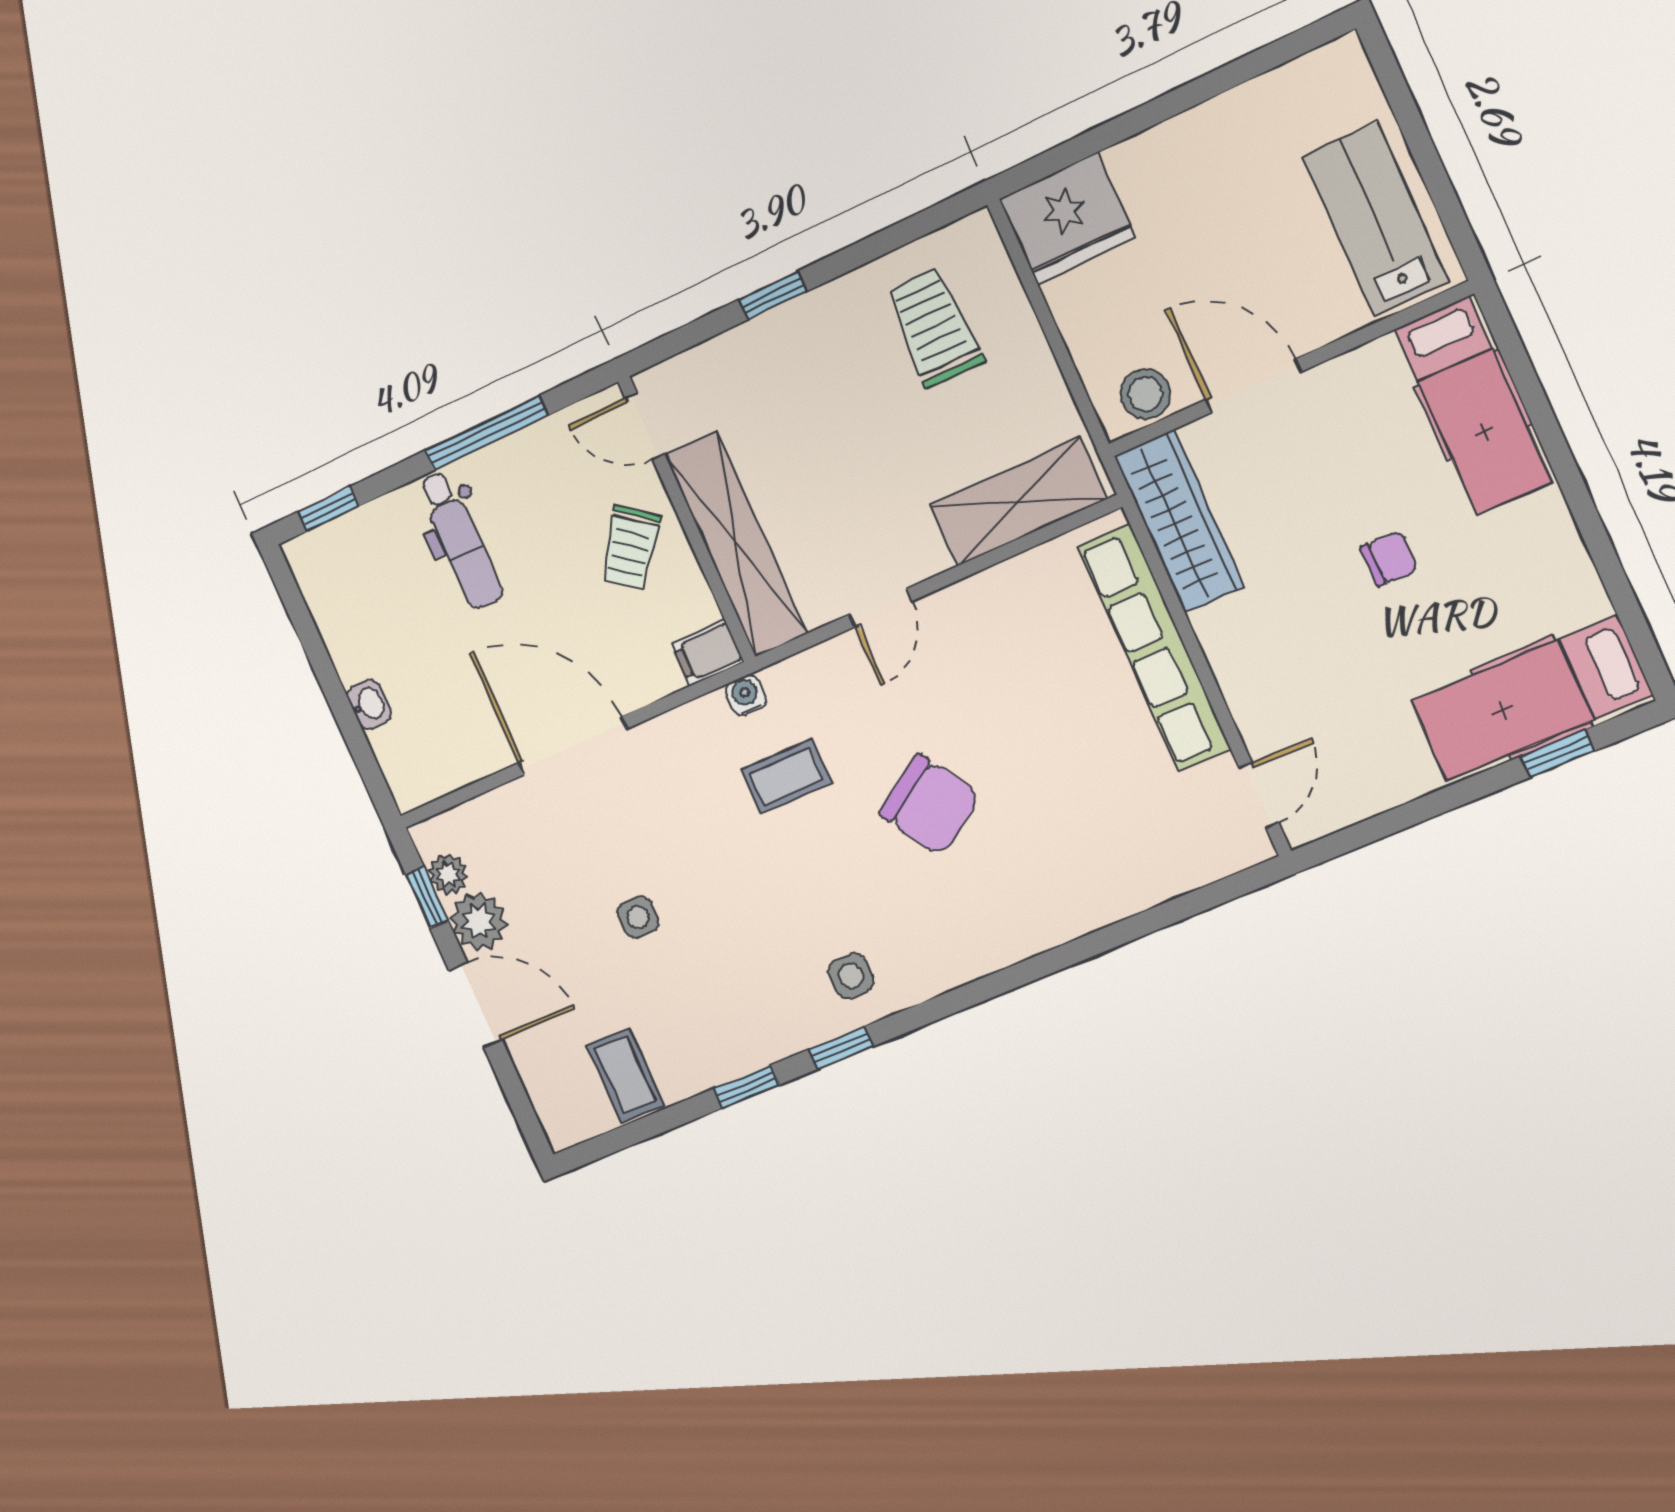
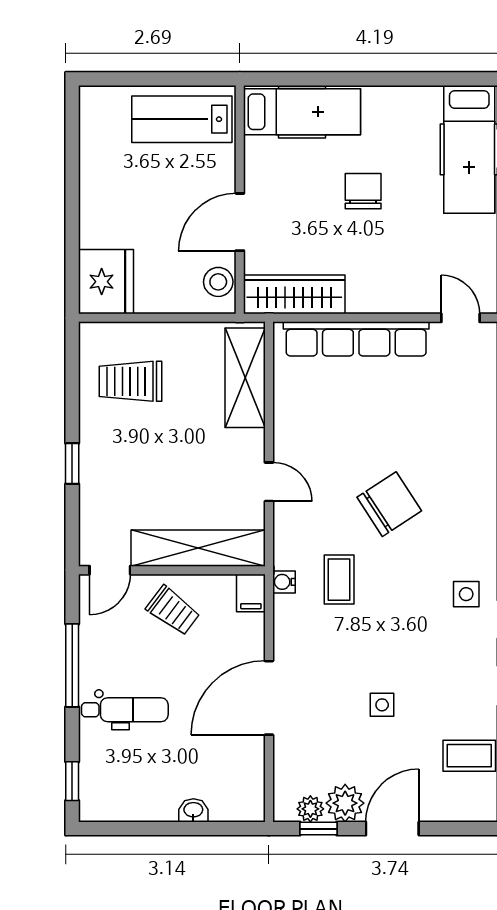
chair: (1389, 558) -> (363, 191), width x1.37, depth x1.37

